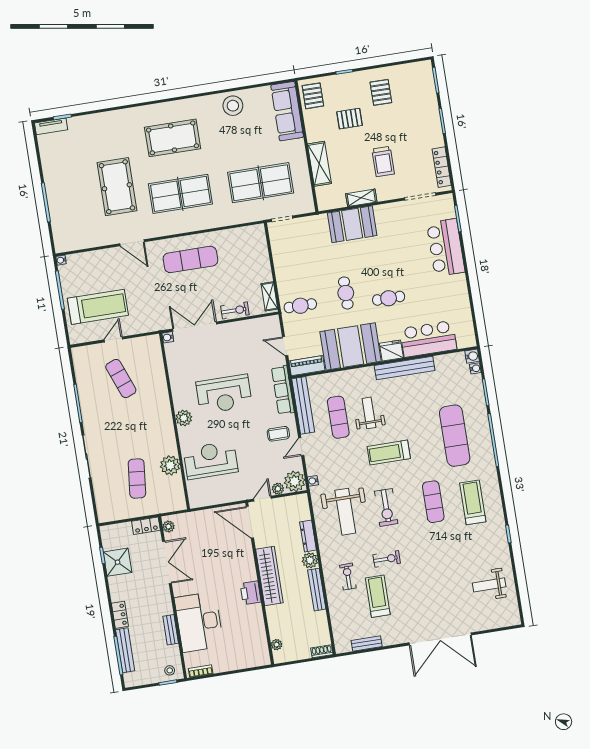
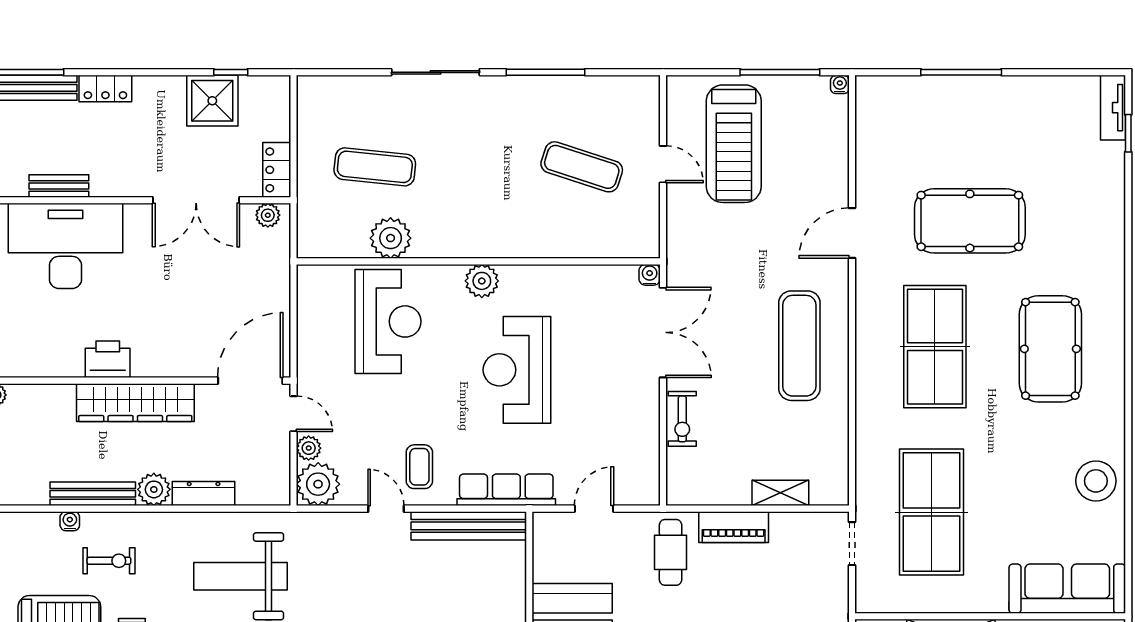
shelving: (269, 296) -> (780, 493), moved
piano: (307, 366) -> (734, 527), moved, turned 90
exercise mat: (121, 379) -> (582, 167), turned 39
exercise mat: (338, 417) -> (433, 593), removed
water cooler: (313, 481) -> (70, 521), moved

